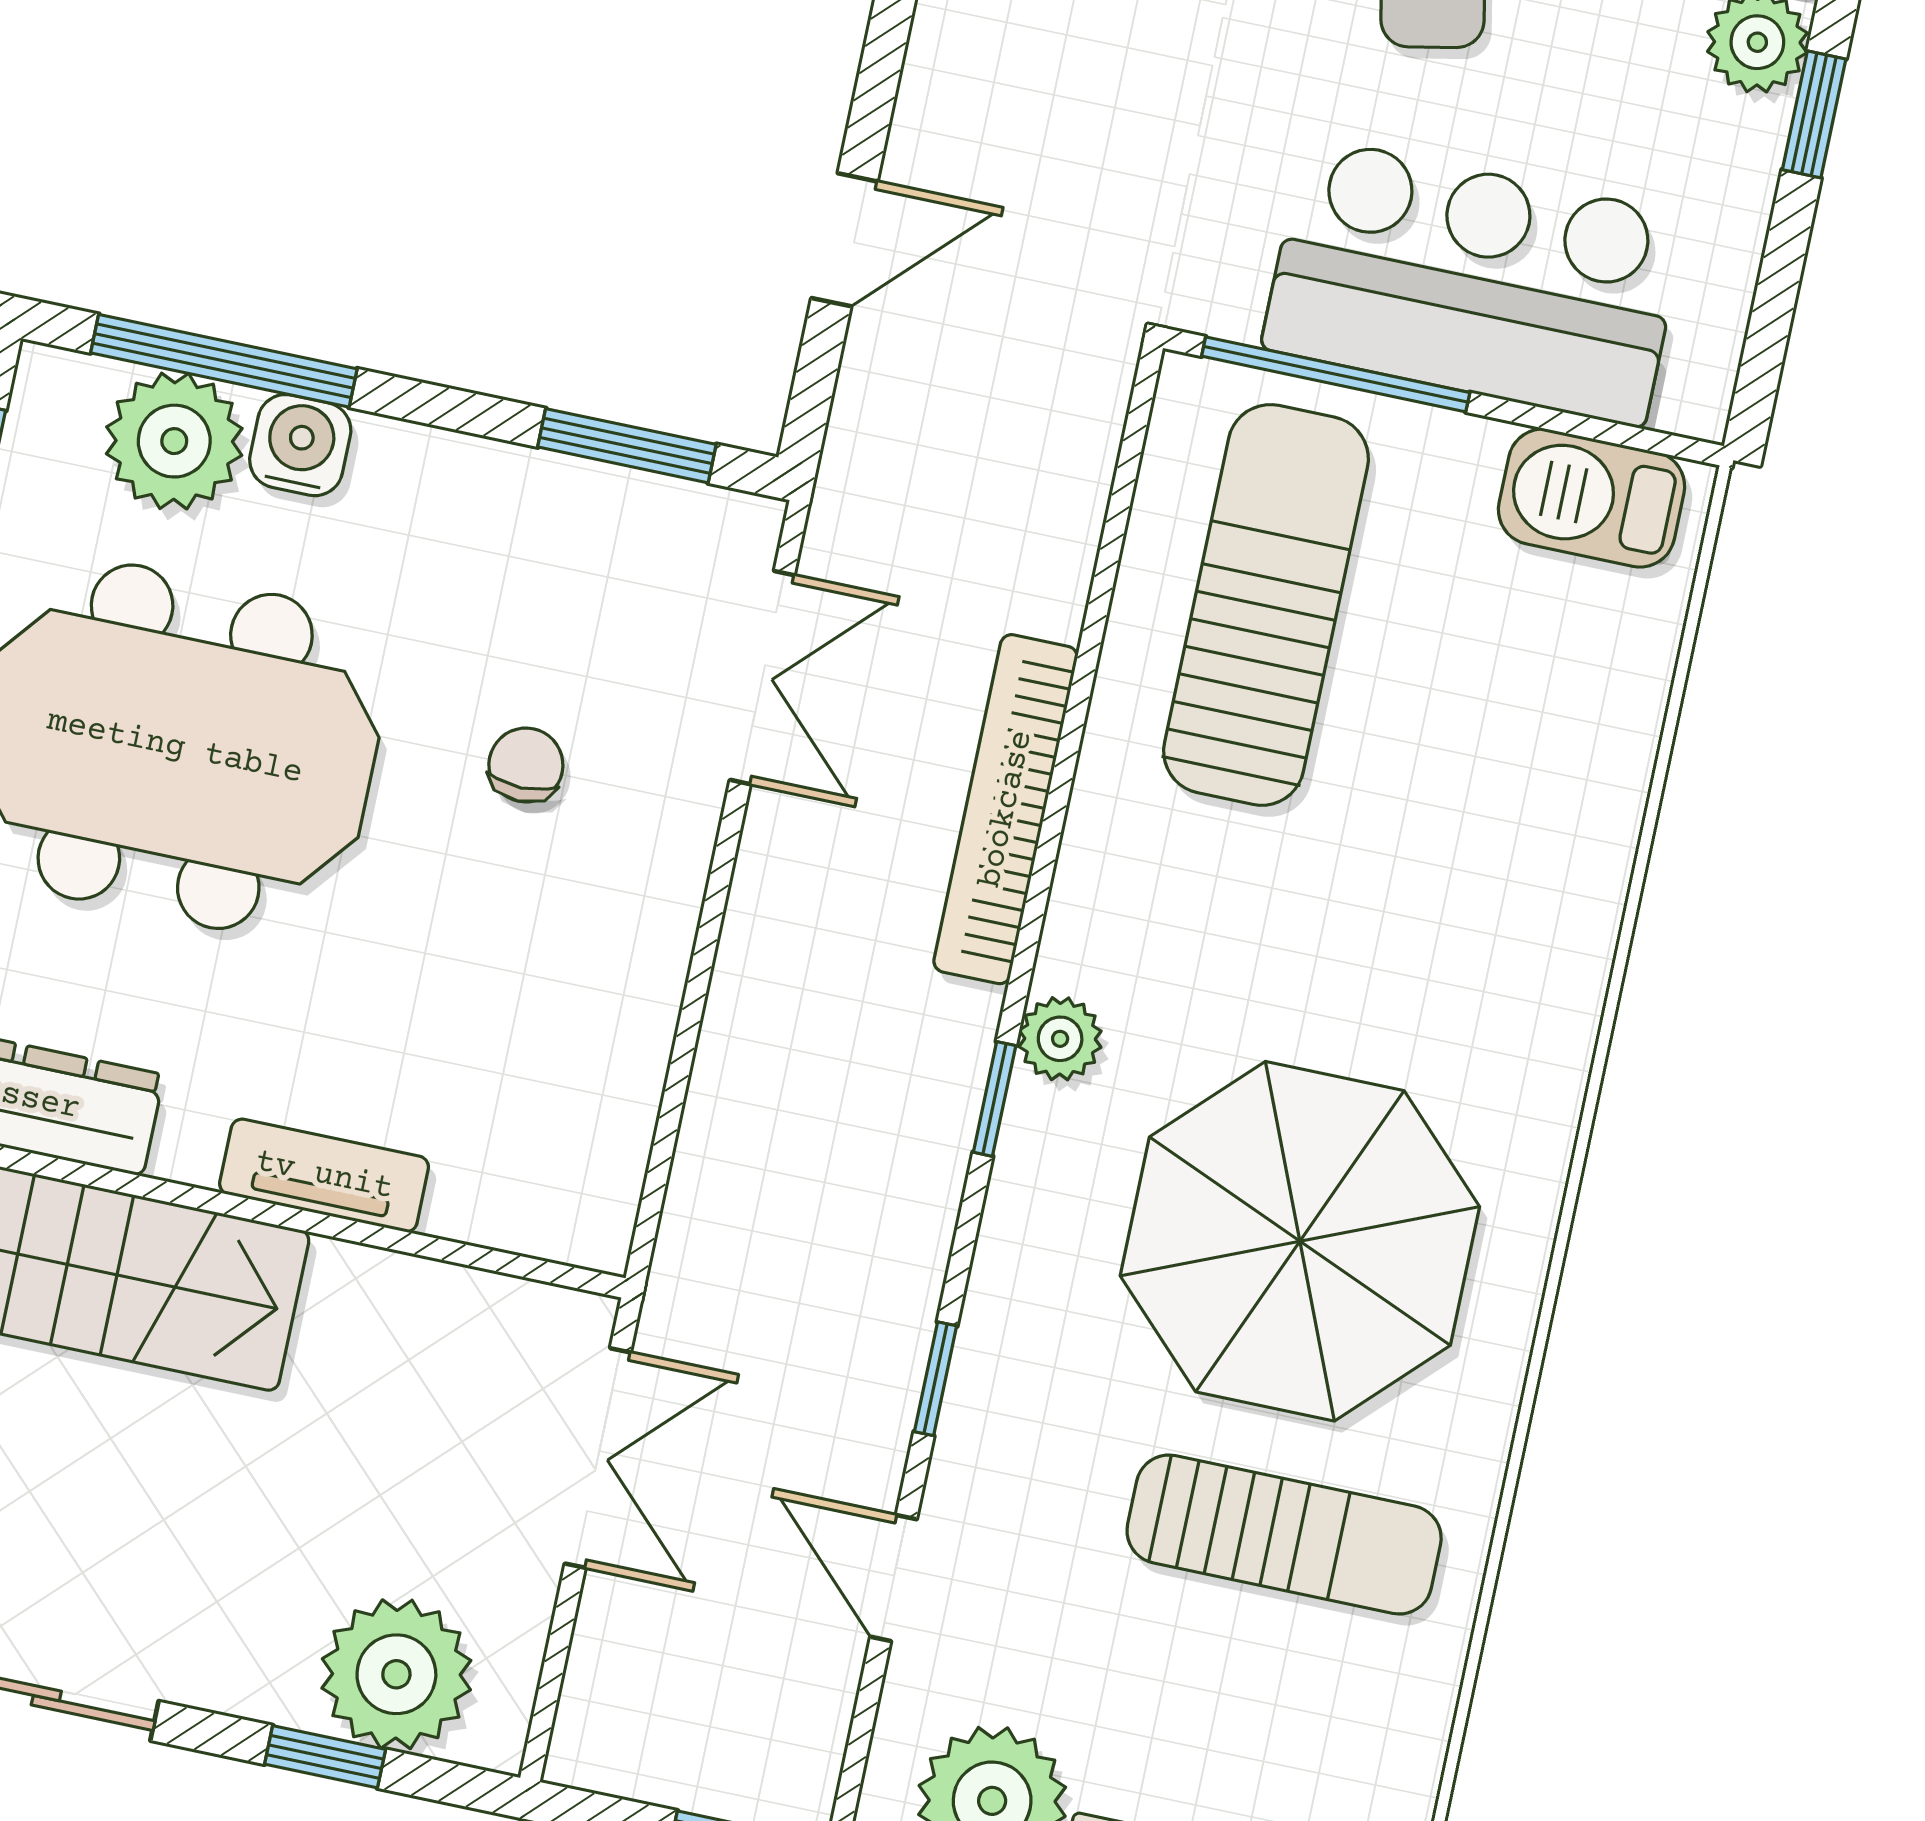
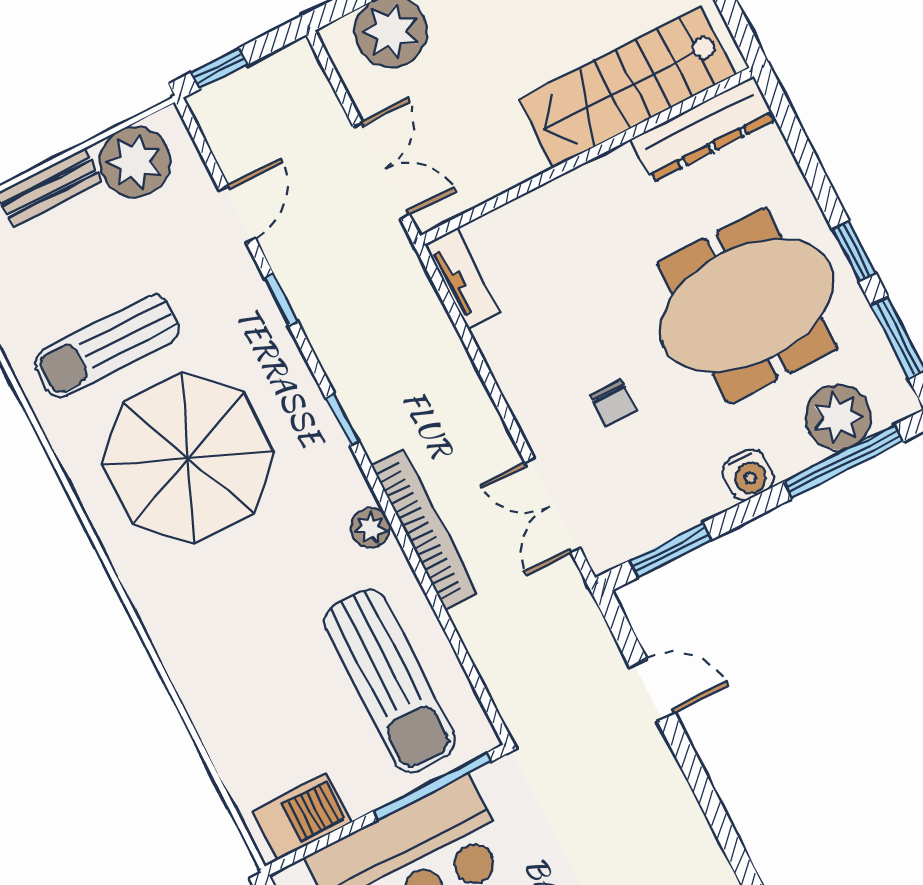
door: (844, 240) -> (652, 690), swing flipped
water cooler: (300, 445) -> (748, 475), moved
plant: (1060, 1039) -> (370, 528), moved
tv unit: (324, 1175) -> (462, 279), moved, turned -90
double door: (598, 1458) -> (381, 170), swing flipped
door: (894, 1578) -> (237, 214), hinge flipped

